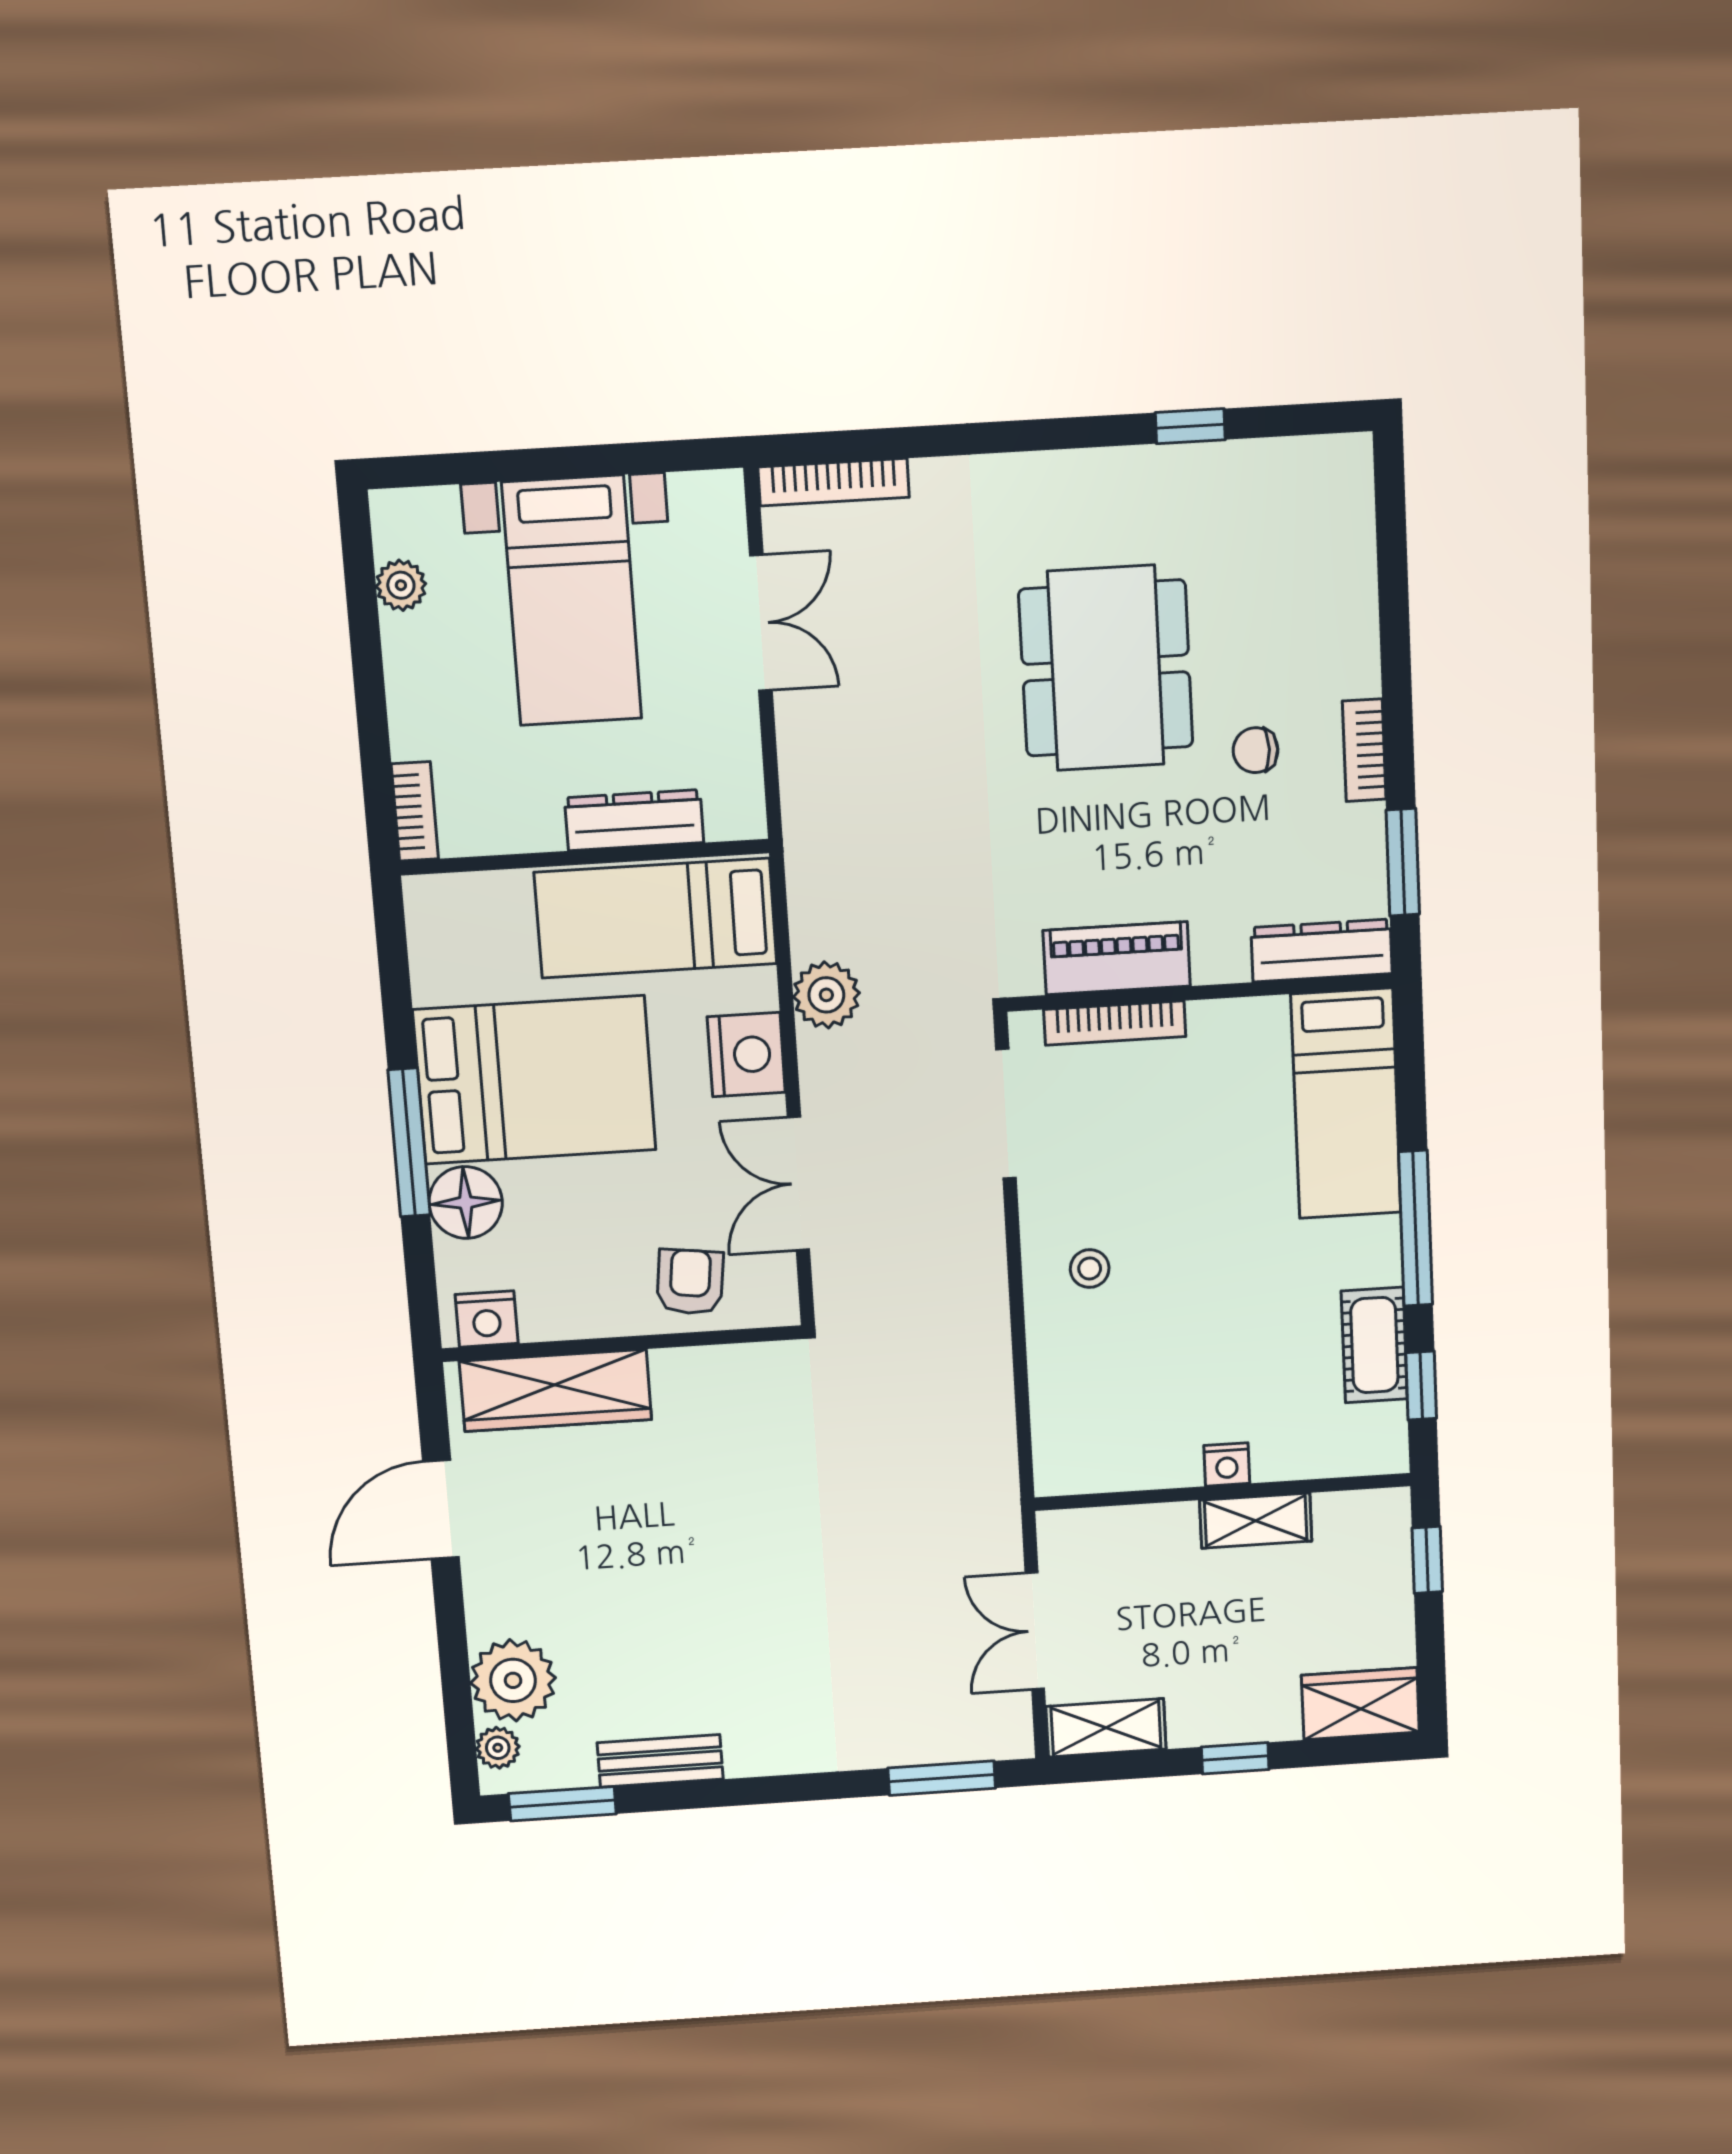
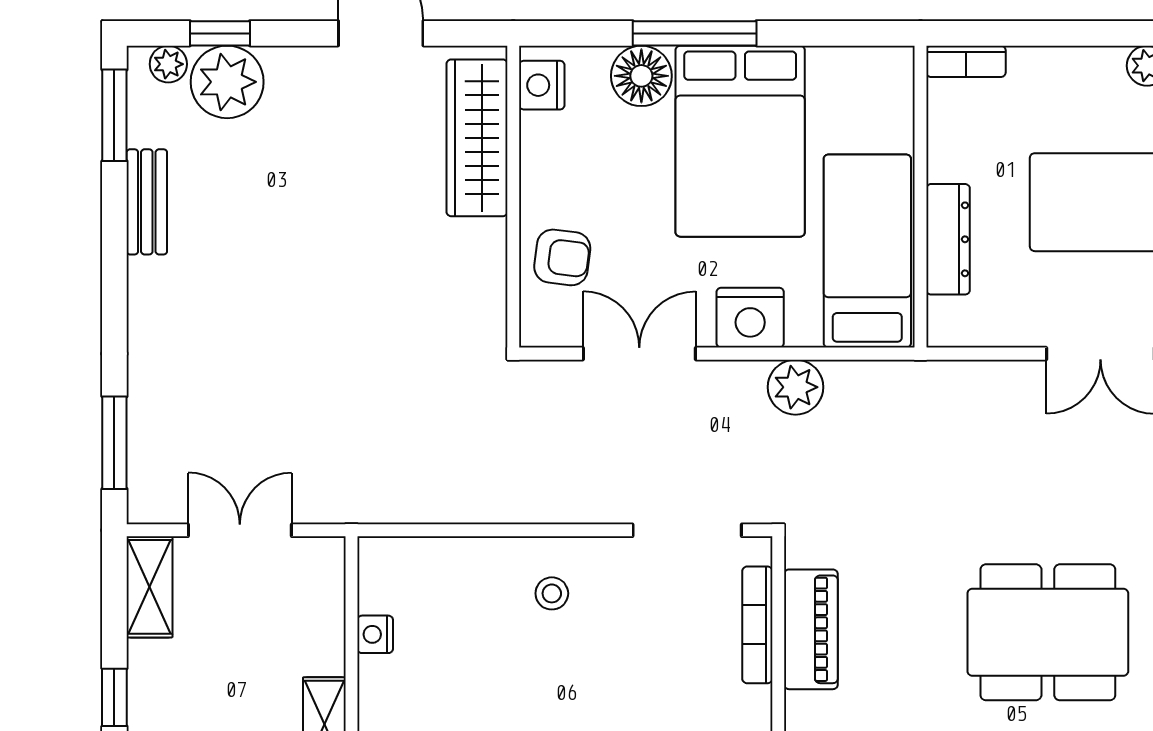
nightstand: (1227, 1464) -> (375, 634), moved
window: (457, 1692) -> (220, 33), added

